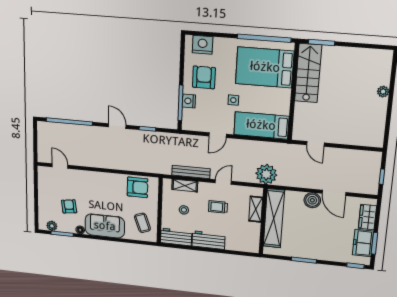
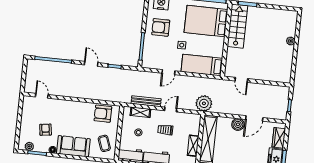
armchair: (204, 77) -> (161, 27), turned -90
nightstand: (189, 101) -> (148, 45), removed
armchair: (138, 187) -> (103, 114), turned 180
door: (334, 193) -> (254, 118), hinge flipped
shelving: (256, 209) -> (193, 146), moved

